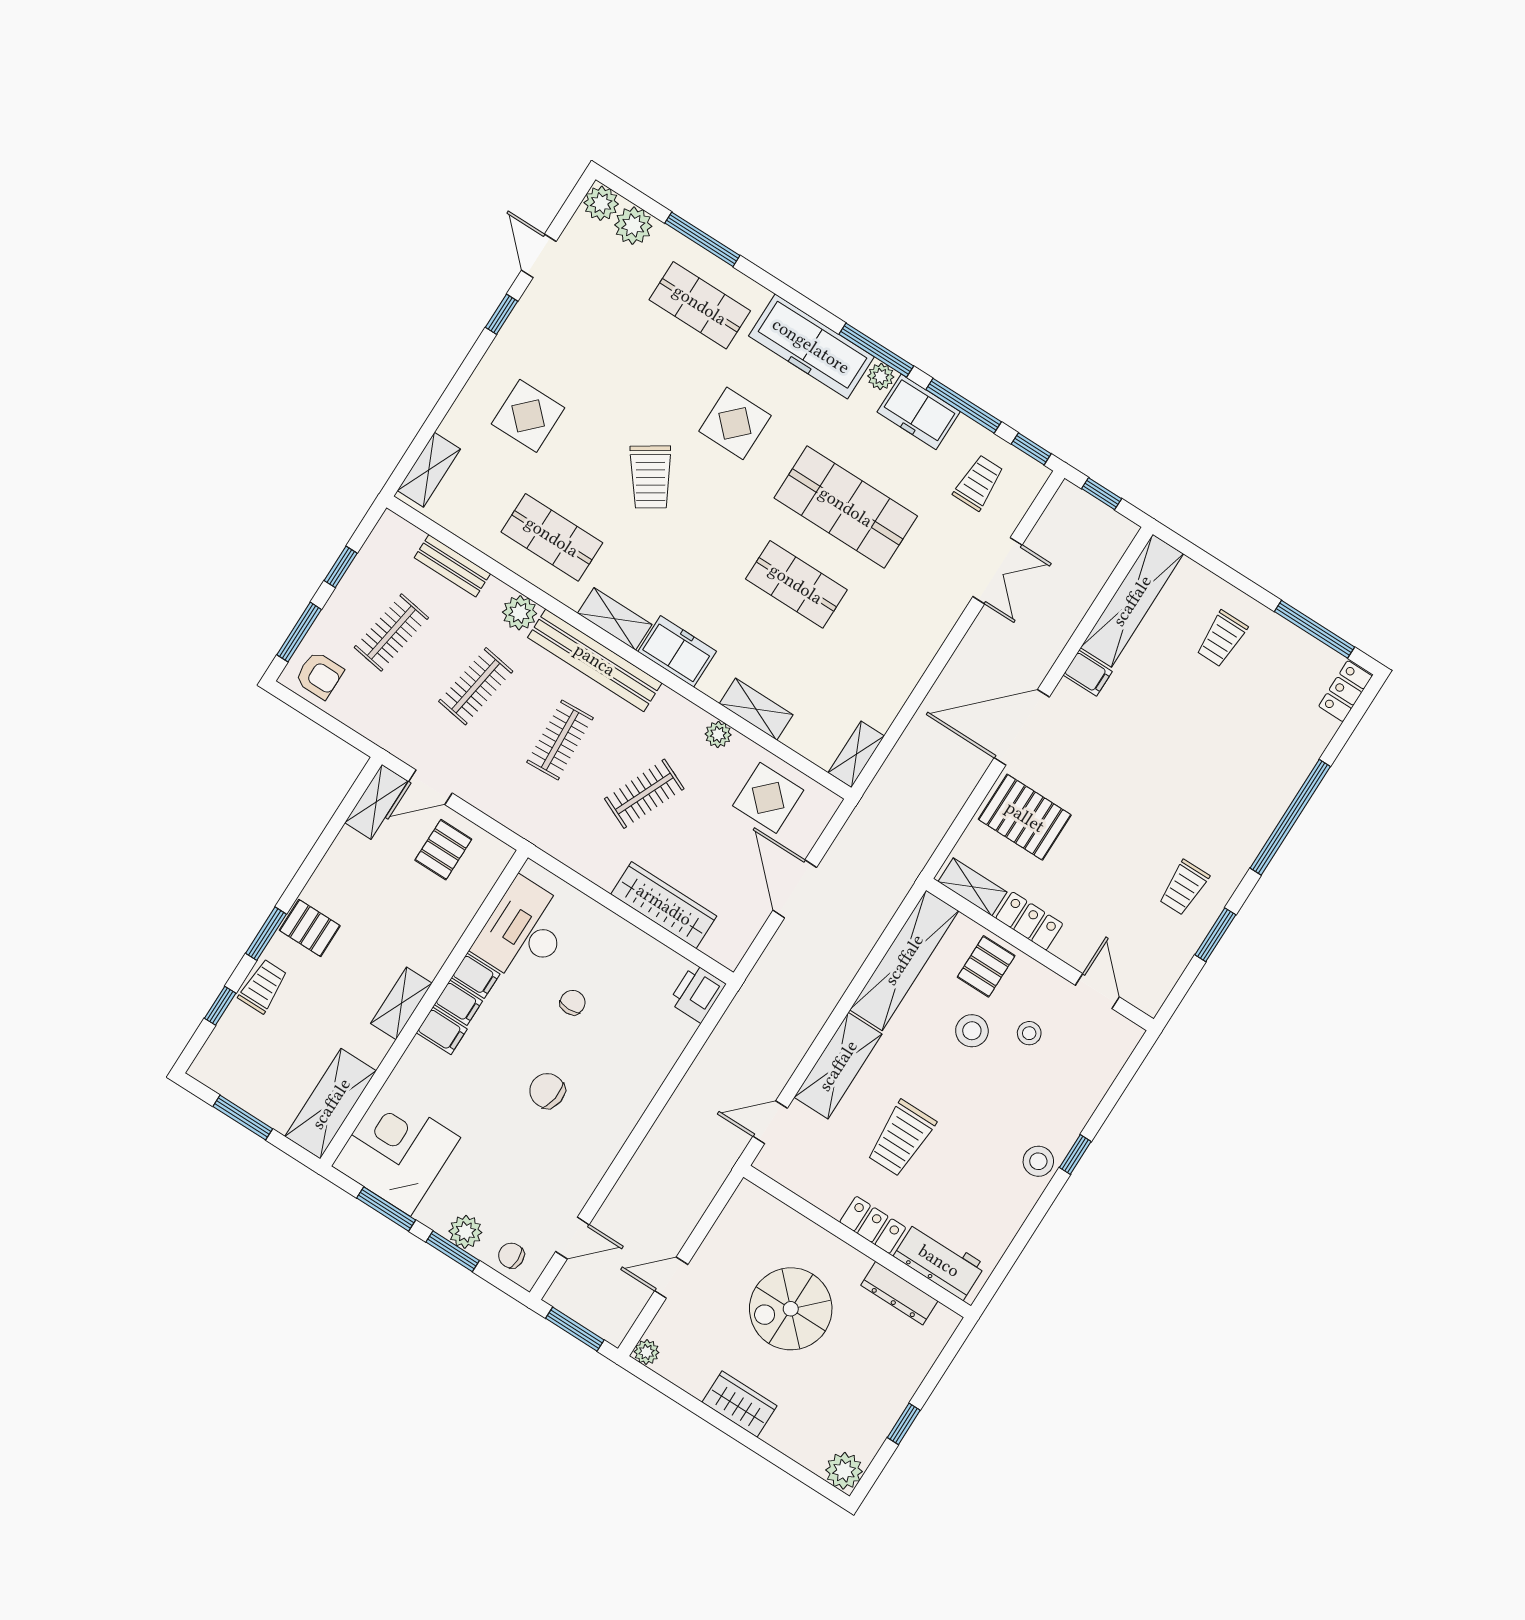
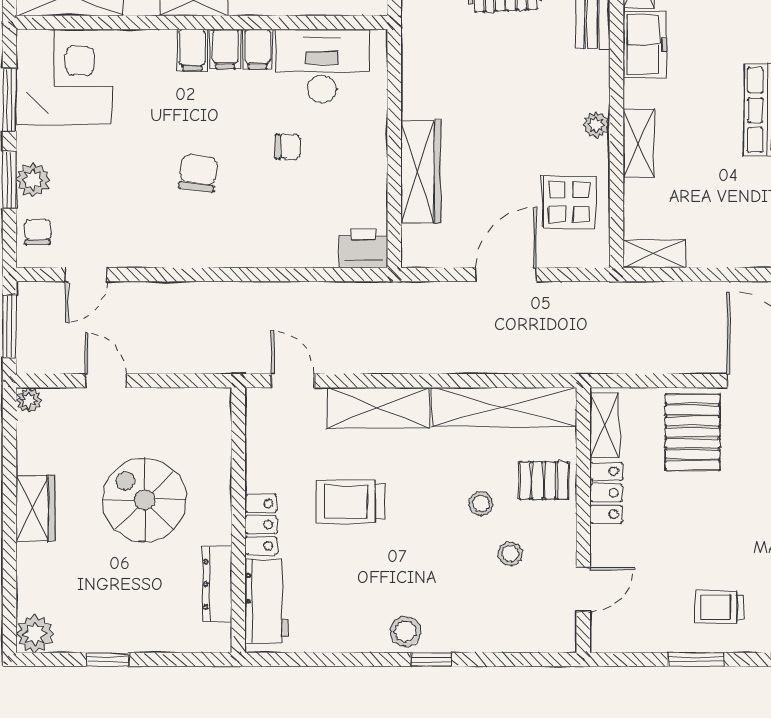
clothes rail: (644, 794) -> (505, 94), removed
stool: (972, 1031) -> (481, 503), width x0.73, depth x0.73
door: (572, 1238) -> (86, 275), hinge flipped

